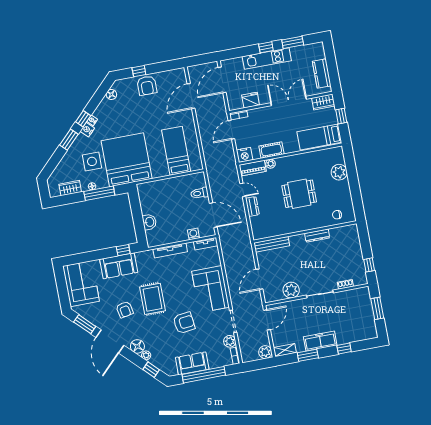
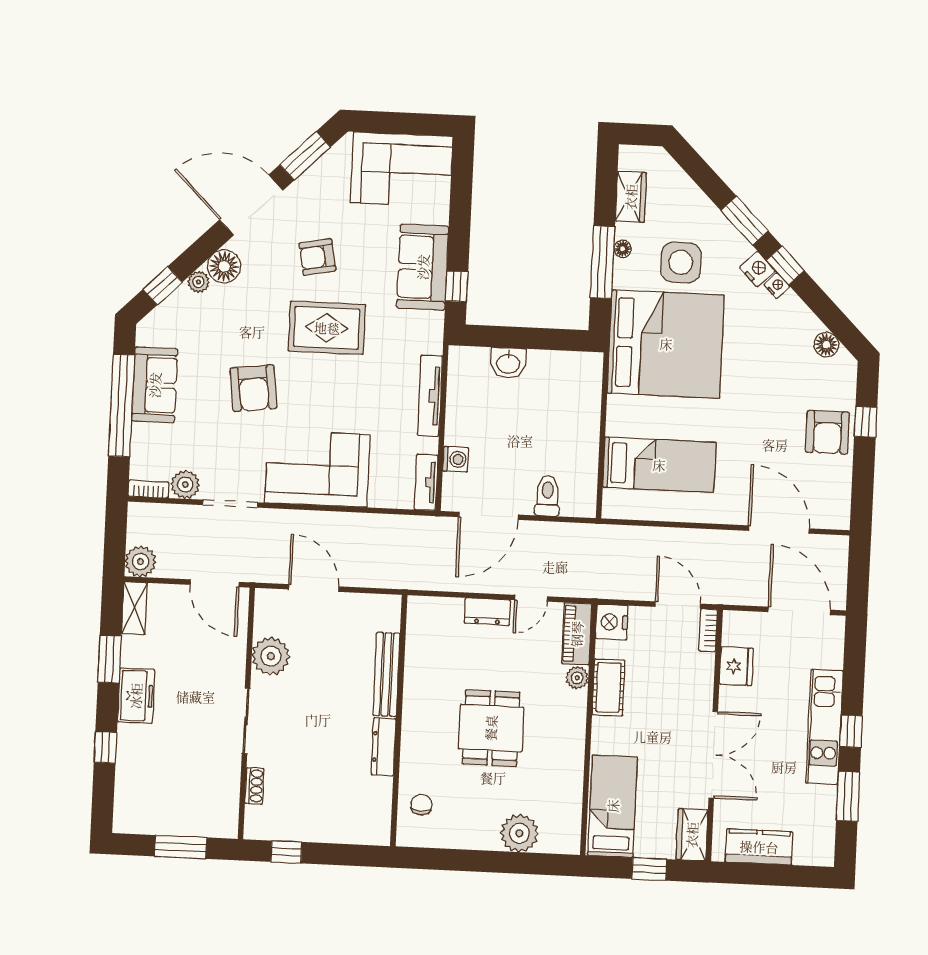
armchair: (147, 86) -> (827, 432), turned -90
bench: (272, 244) -> (387, 674), moved
freezer: (320, 341) -> (136, 696), width x0.71

